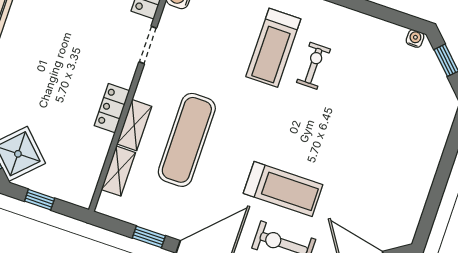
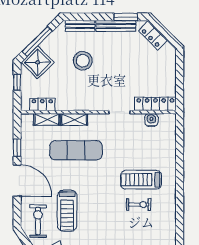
stool: (41, 77) -> (83, 61), added
locker: (112, 108) -> (42, 104), moved

